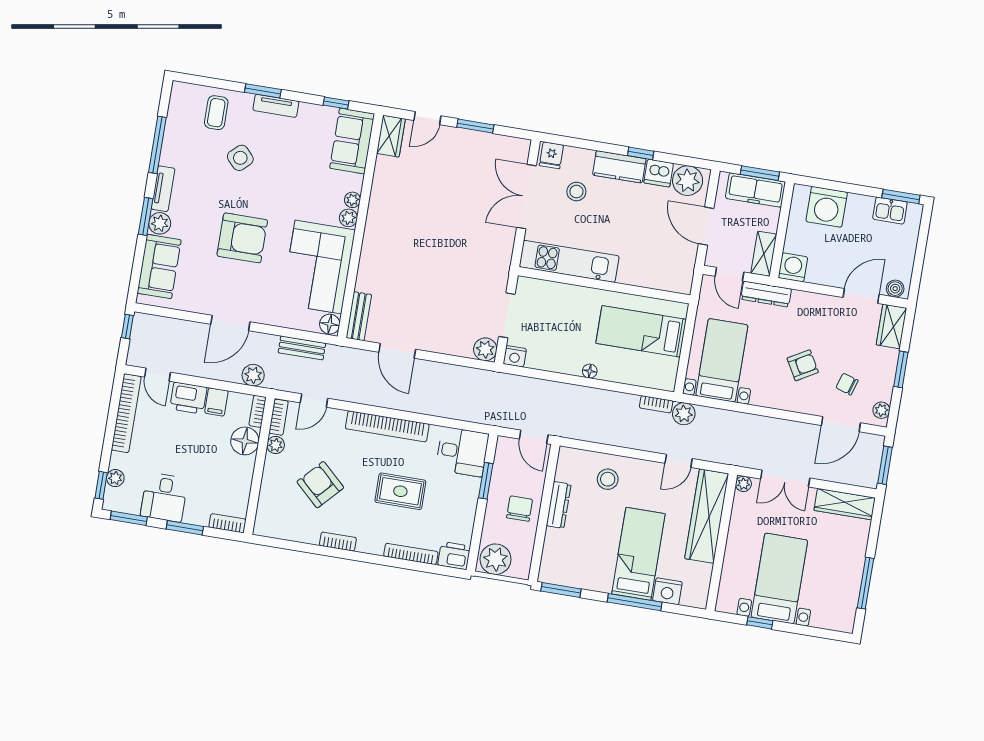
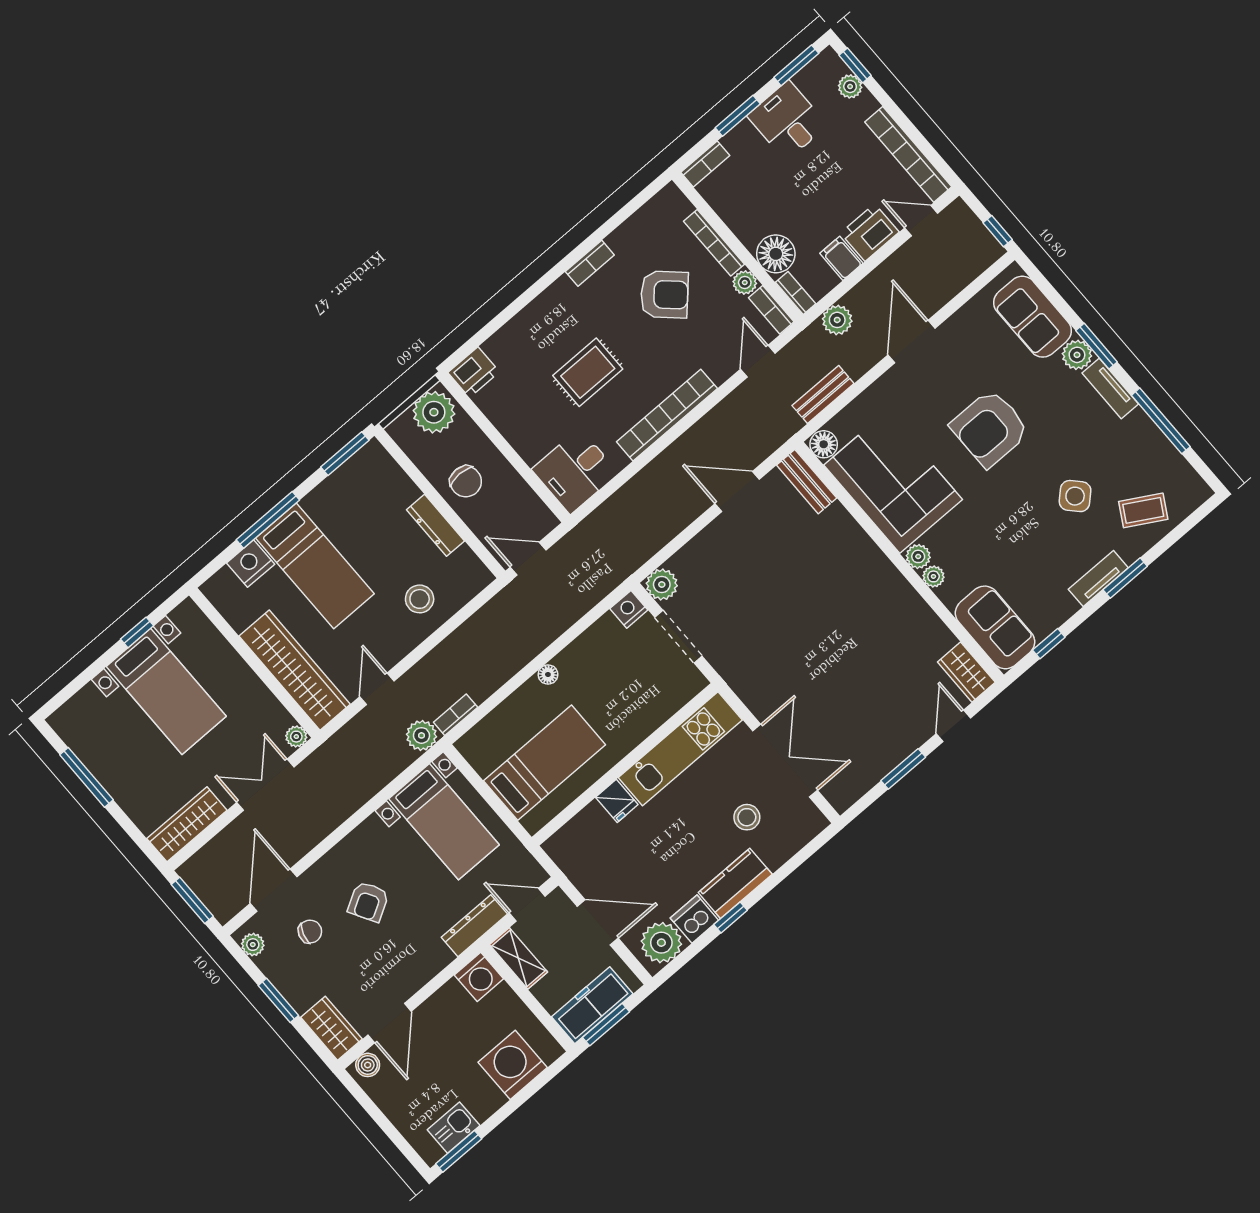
coffee table: (216, 113) -> (1143, 510), turned -60
fridge: (551, 155) -> (617, 801), moved, turned 180
window: (486, 481) -> (524, 470), removed
bookcase: (411, 554) -> (714, 243), moved, turned 90

